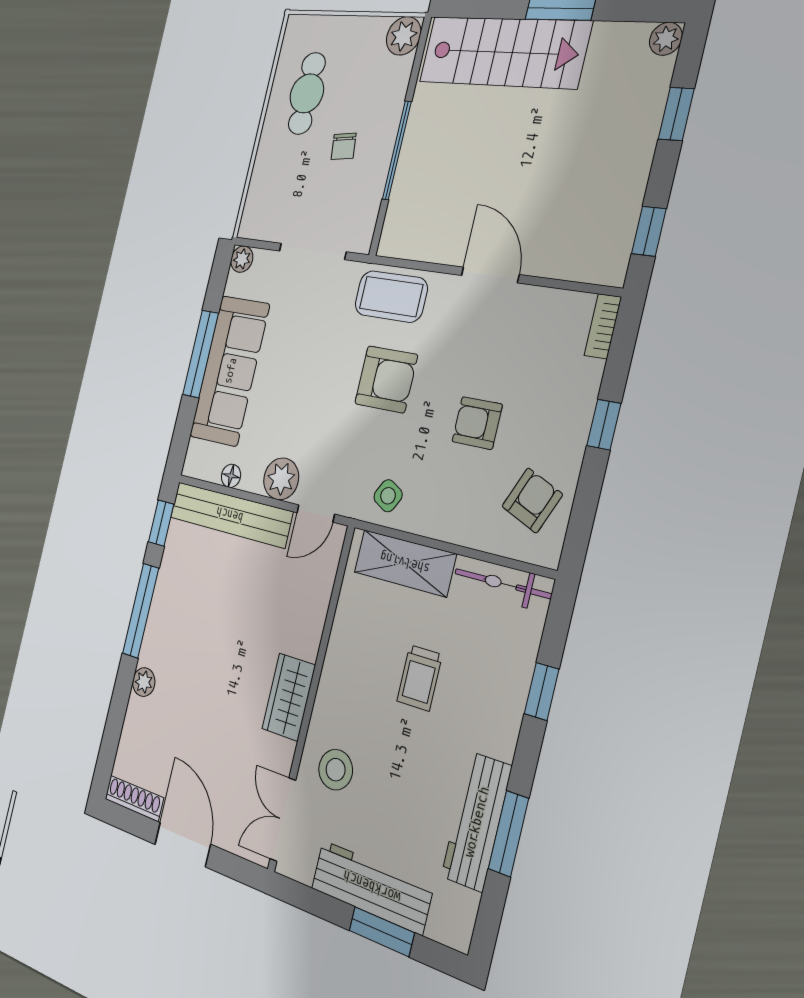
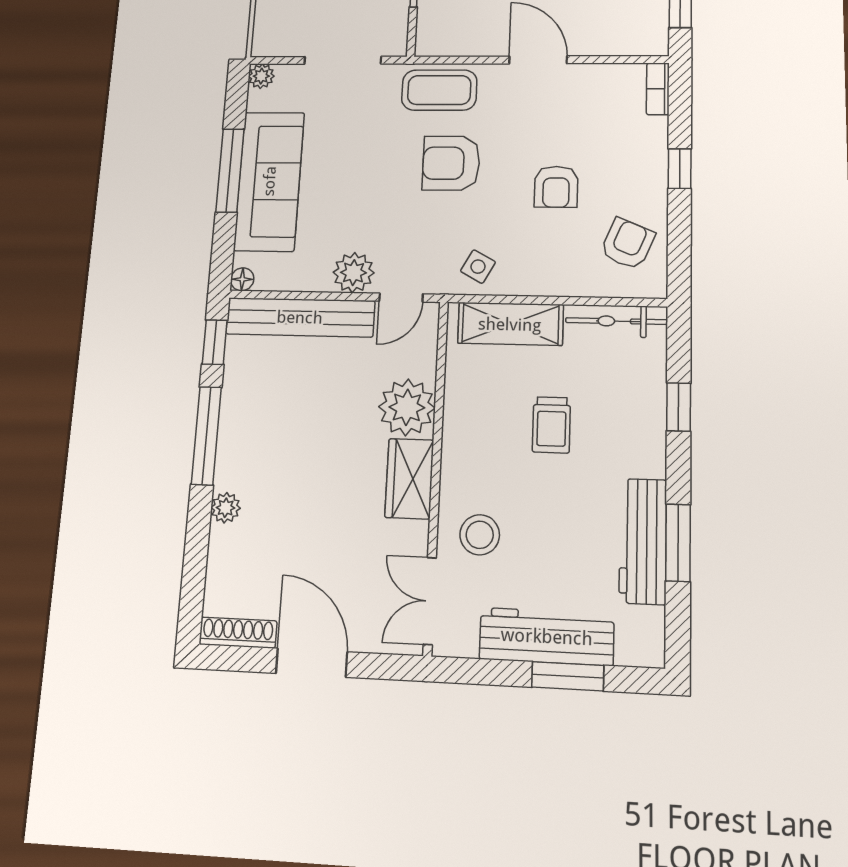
armchair: (386, 379) -> (451, 163), turned 180
armchair: (477, 423) -> (556, 187), turned -90
floor lamp: (231, 476) -> (242, 279), moved
plant: (300, 626) -> (407, 407), added

